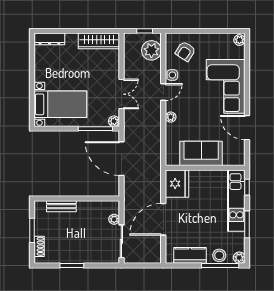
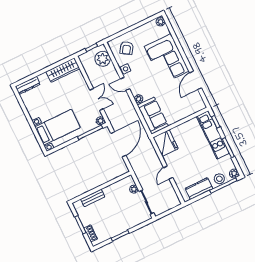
door: (163, 92) -> (125, 84), swing flipped
door: (247, 128) -> (196, 80), hinge flipped
sofa: (201, 153) -> (153, 116), moved, turned 90
door: (121, 159) -> (118, 144), swing flipped
door: (163, 219) -> (168, 173), width x0.53

